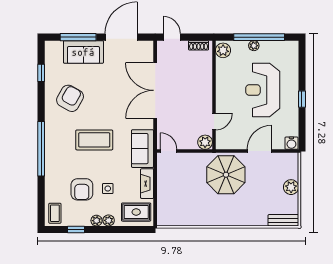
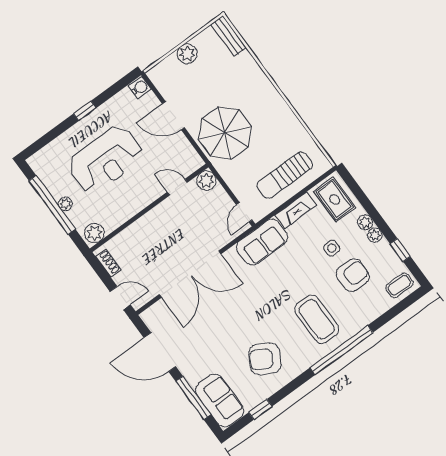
door: (172, 37) -> (120, 298), swing flipped
sofa: (83, 52) -> (220, 400), moved
coffee table: (94, 140) -> (317, 319), moved
sun lounger: (173, 192) -> (285, 175), added

